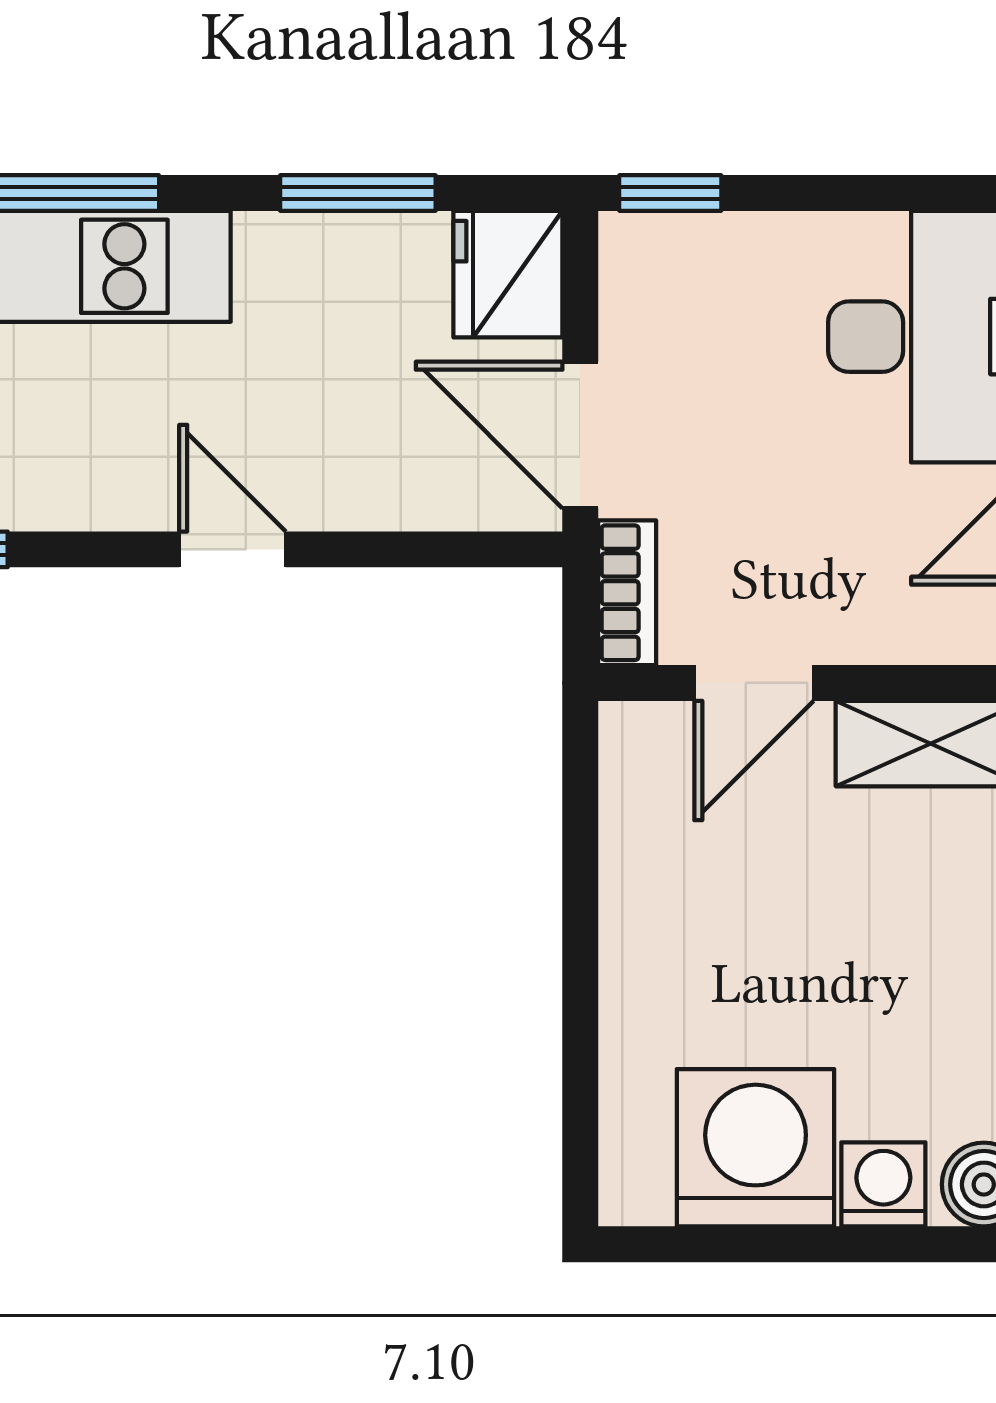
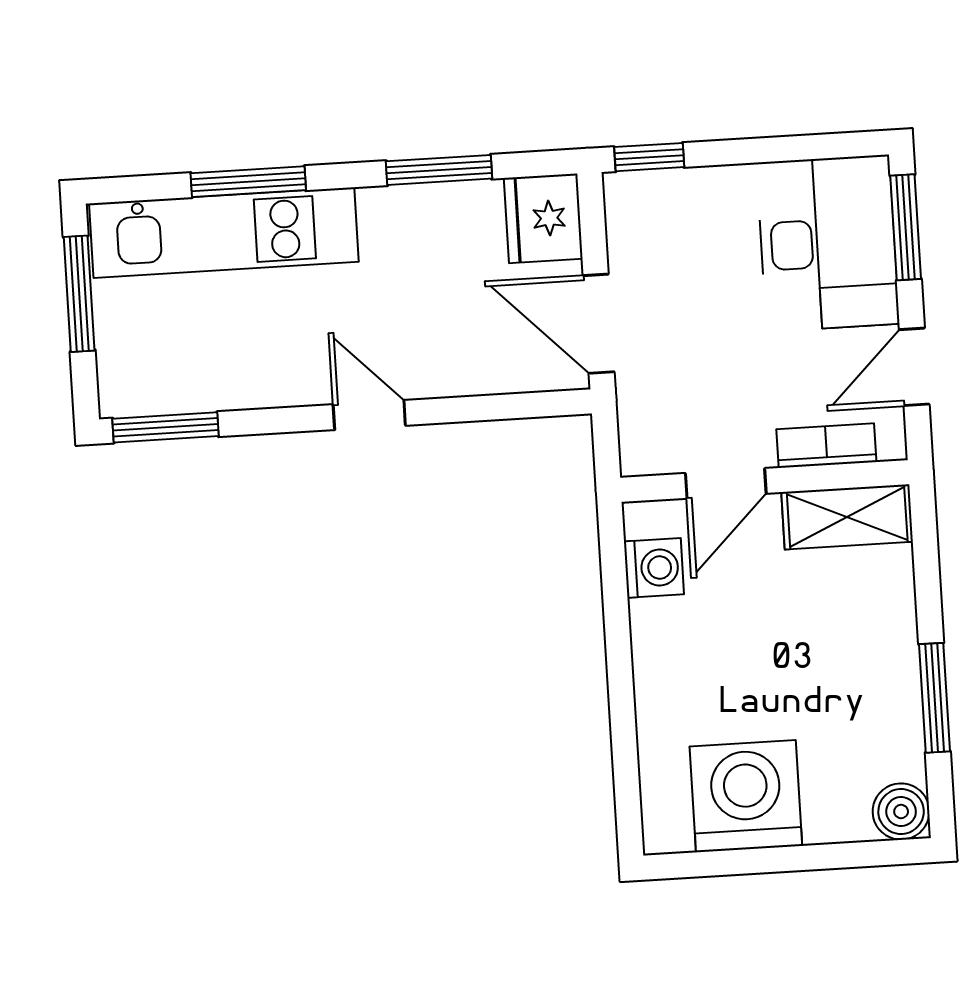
bookcase: (627, 593) -> (826, 446), moved, turned -90
washing machine: (883, 1184) -> (654, 568), moved, turned 90

